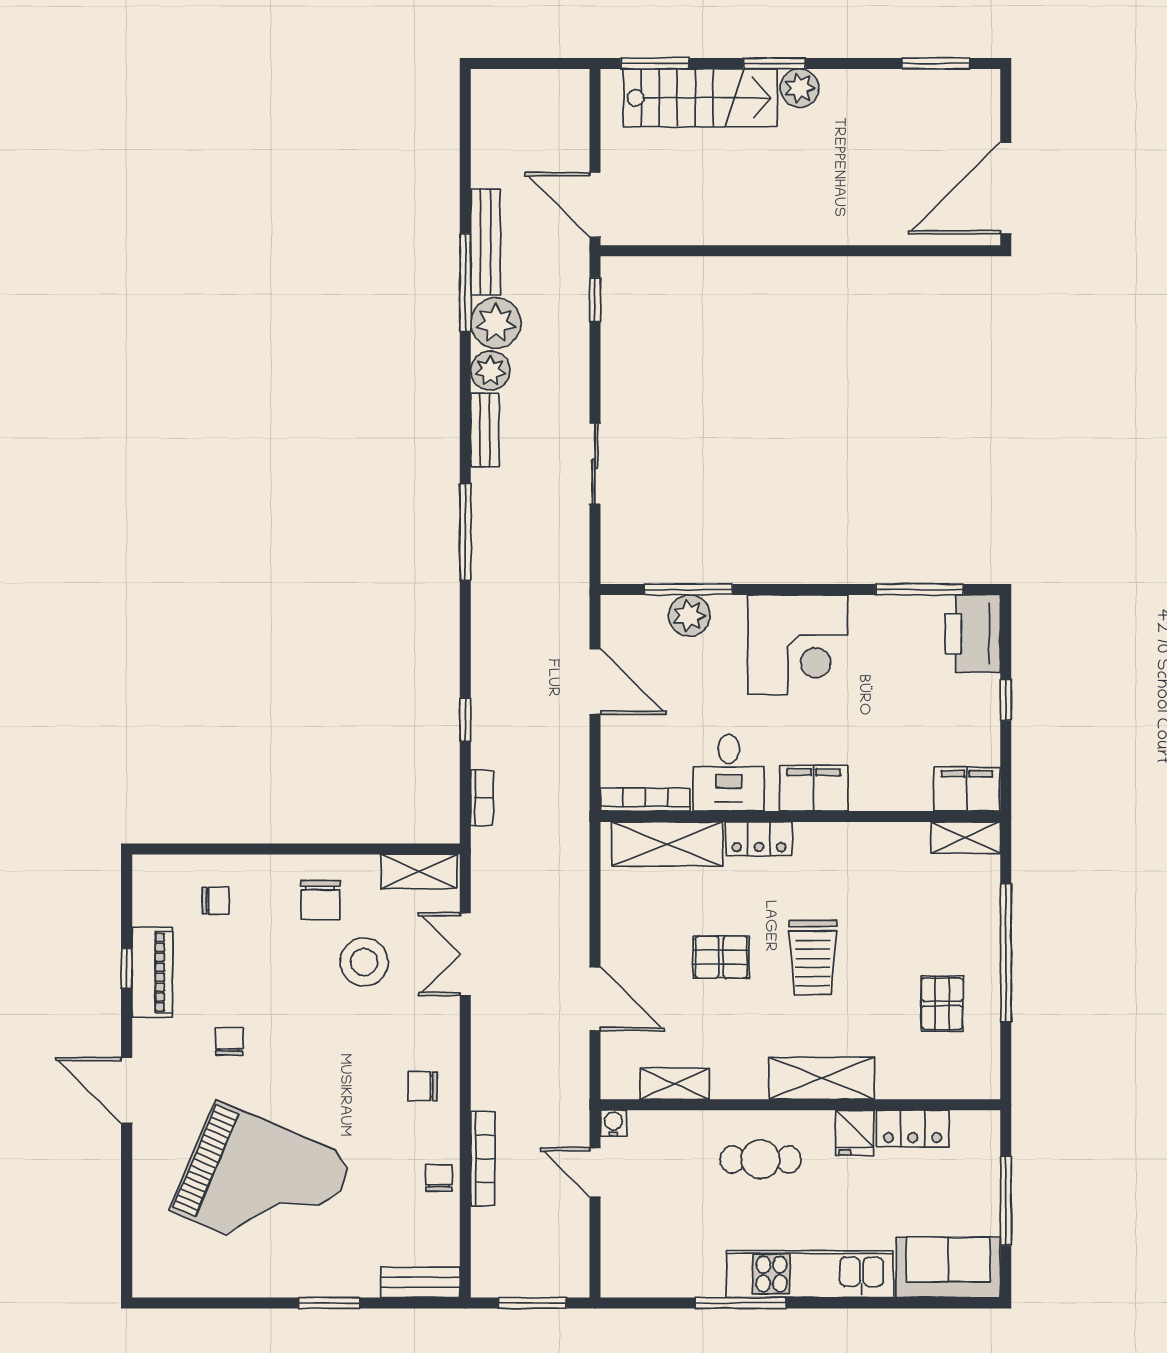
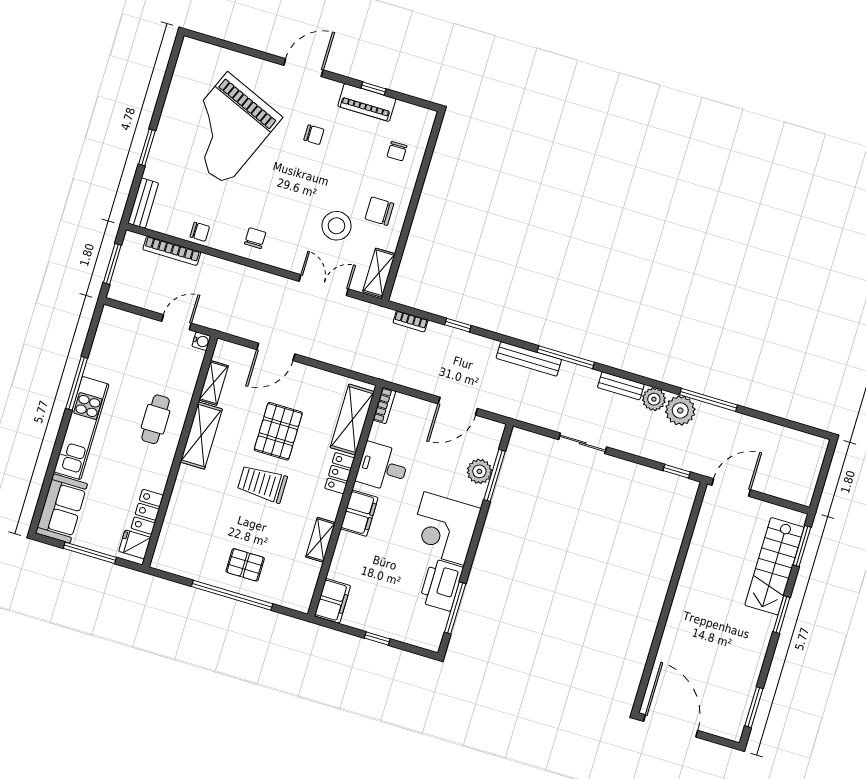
plant: (799, 88) -> (763, 625), removed
bench: (486, 242) -> (529, 359), moved
printer: (973, 634) -> (441, 585), moved, turned -90
bookcase: (645, 800) -> (384, 405), width x0.64
shelving: (966, 838) -> (321, 540), moved
pallet: (721, 957) -> (278, 431), width x1.50, depth x1.42
pallet: (942, 1003) -> (245, 565), moved
shelving: (822, 1078) -> (201, 436), moved
fridge: (855, 1133) -> (135, 544), moved
bookcase: (483, 1158) -> (172, 251), moved

